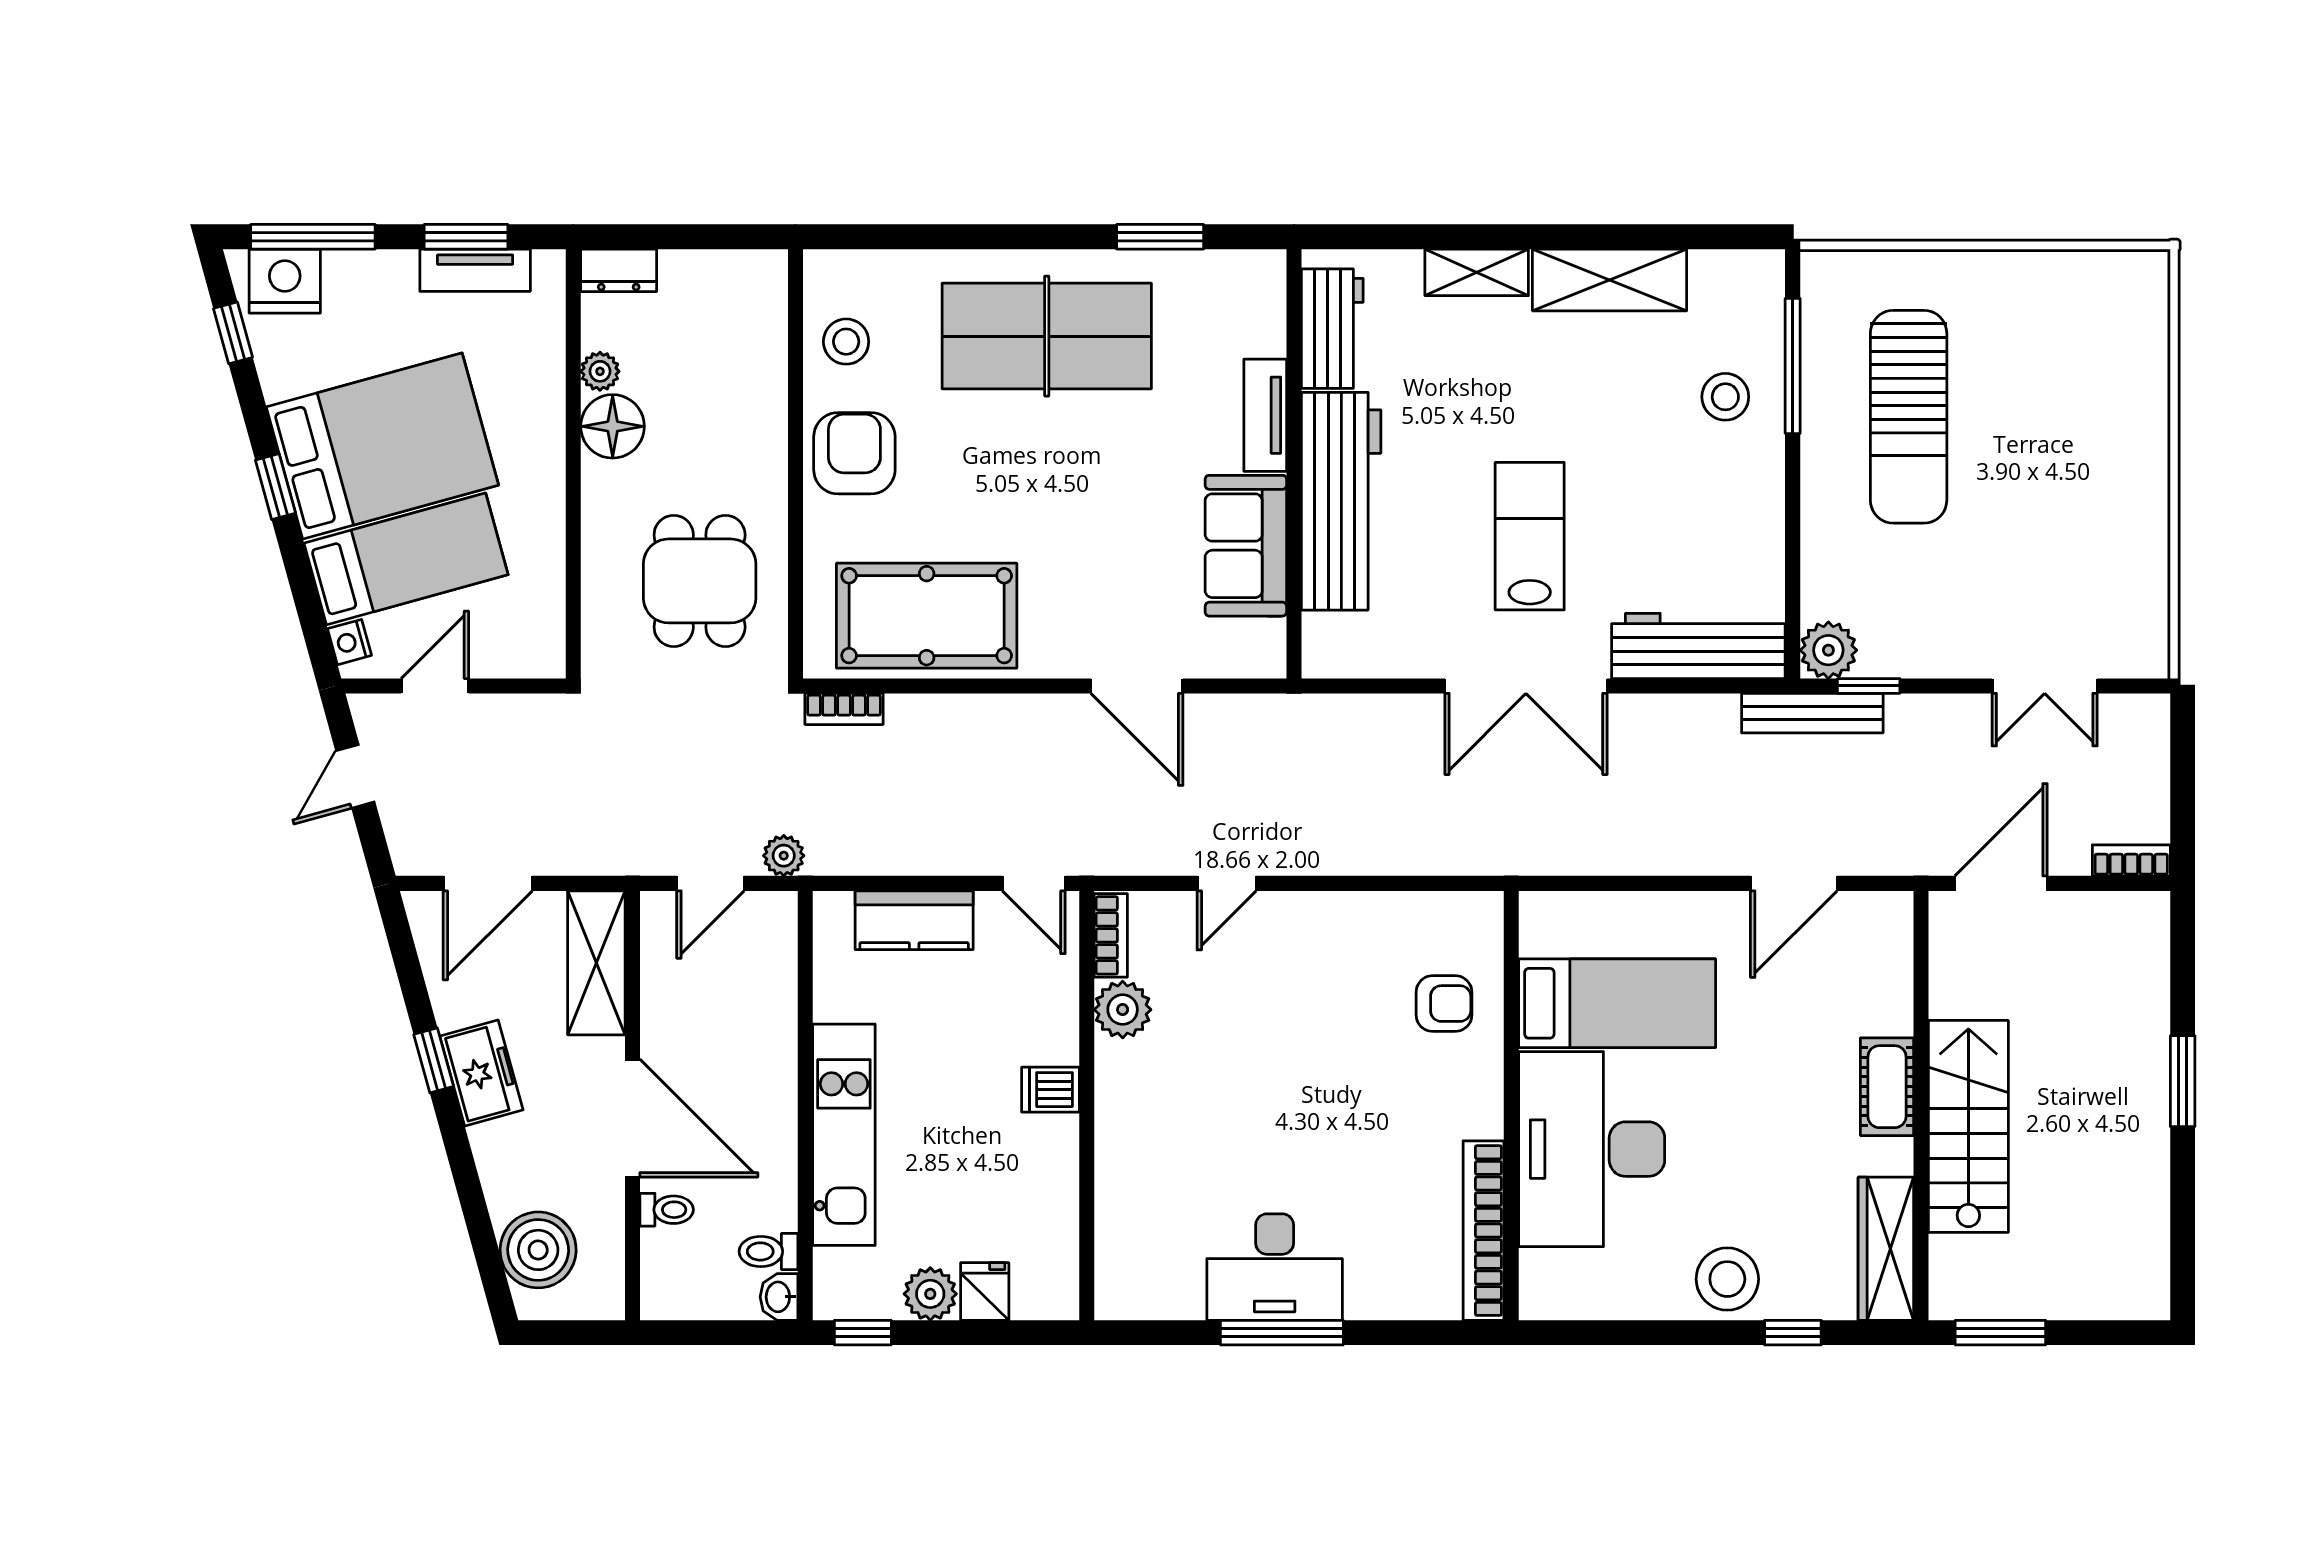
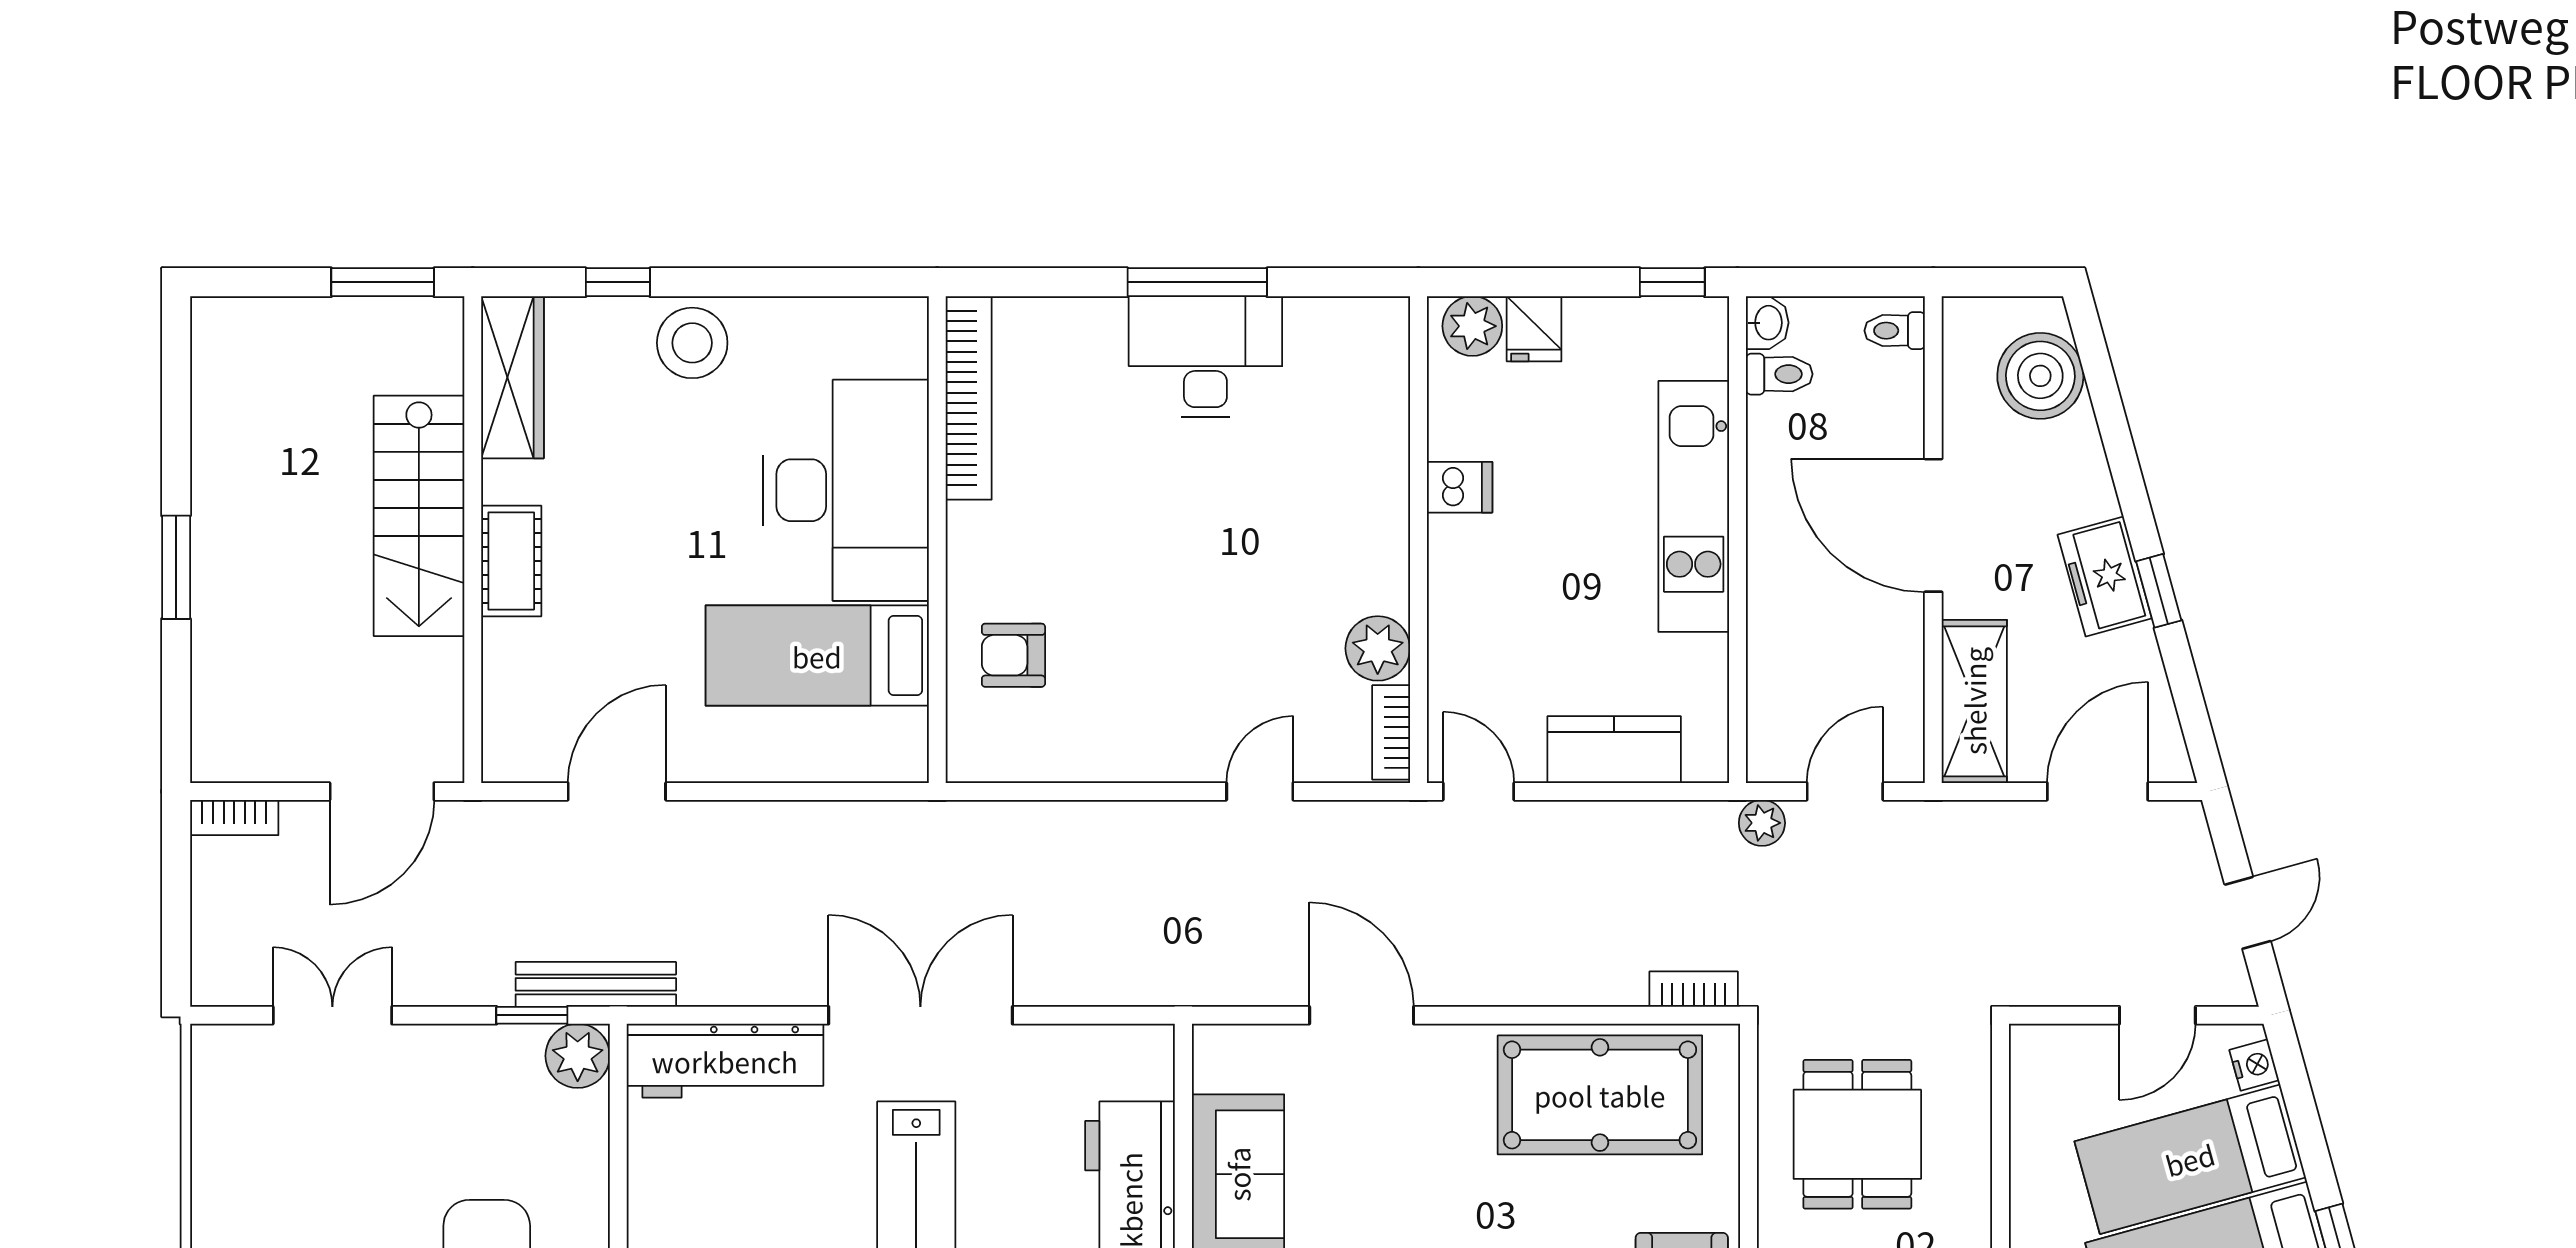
dishwasher: (1050, 1090) -> (1460, 487), moved
toilet: (667, 1210) -> (1895, 331), moved
plant: (930, 1294) -> (1472, 326), moved

